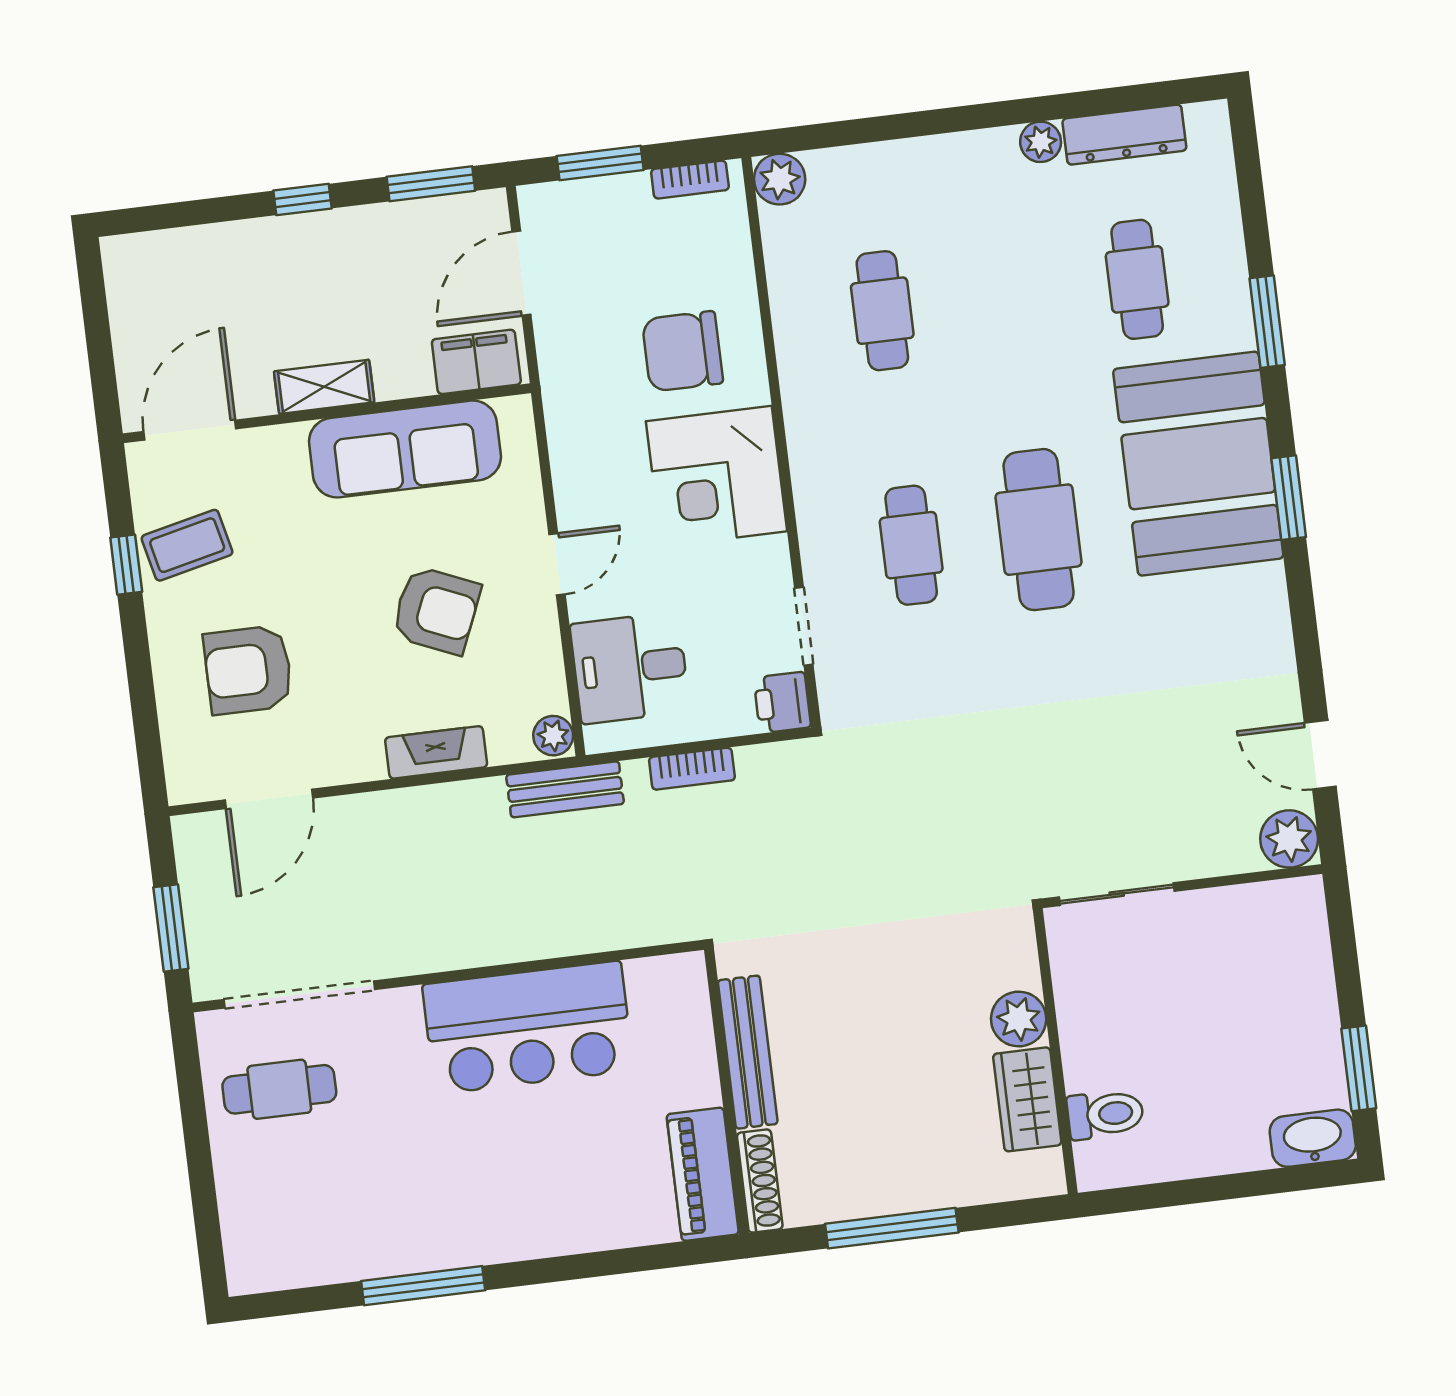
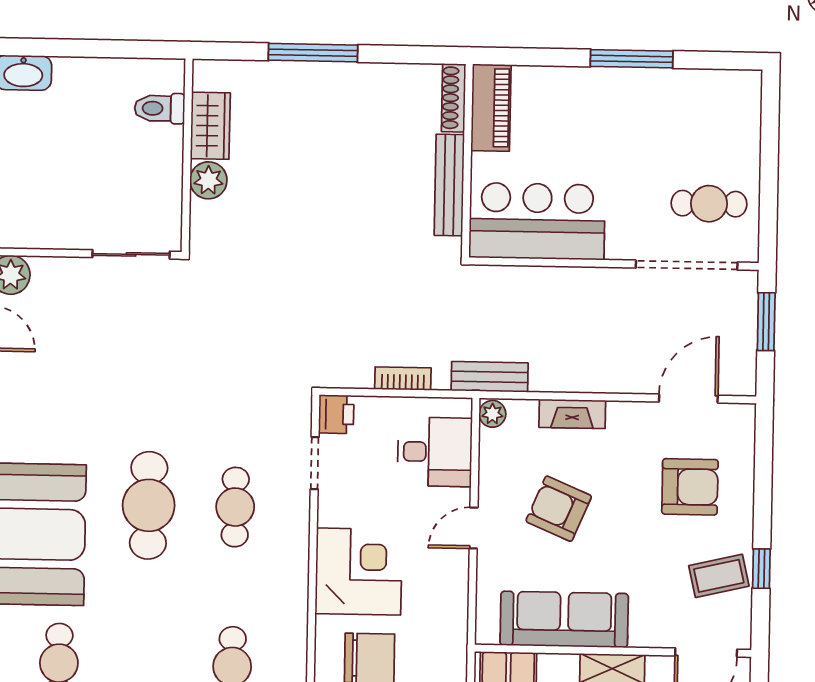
bench: (748, 1052) -> (449, 185), moved
wall: (726, 1091) -> (467, 161), moved
piano: (703, 1174) -> (491, 108), moved
shoe rack: (760, 1181) -> (454, 98), moved

